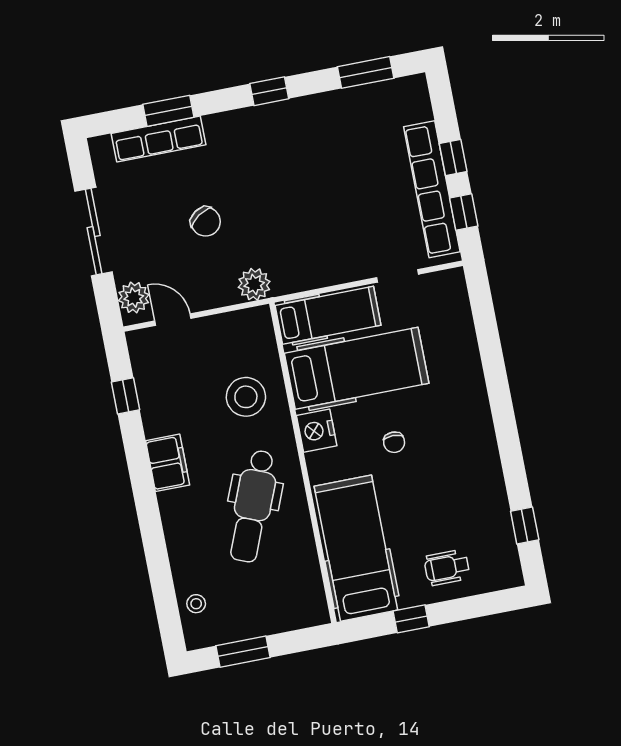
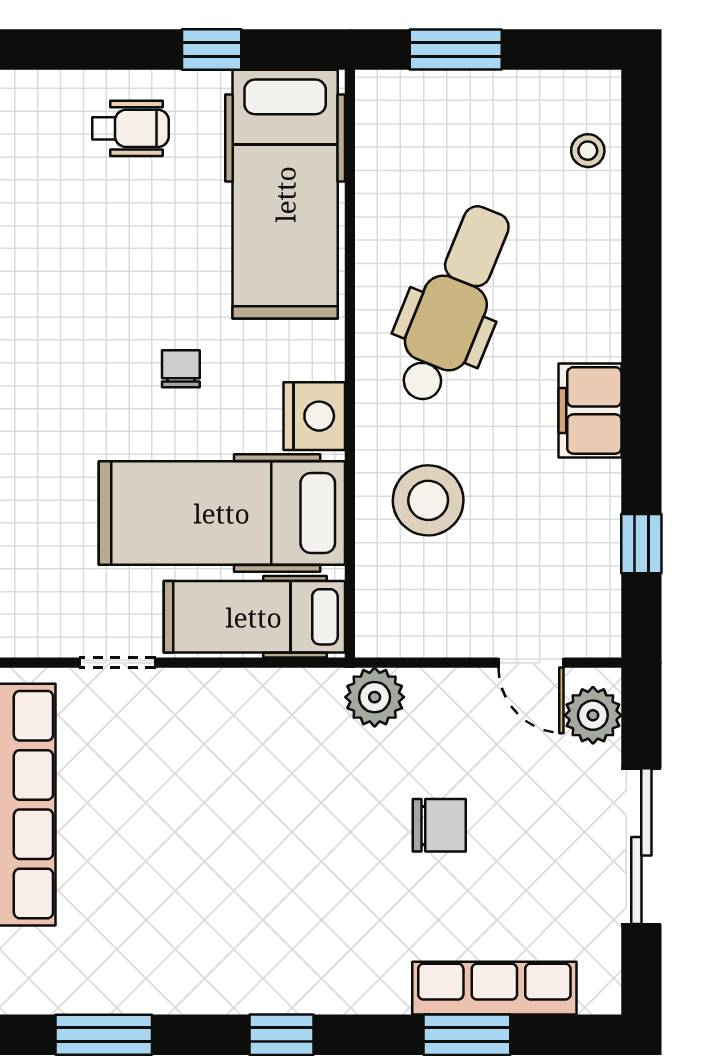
chair: (206, 222) -> (439, 825), turned 124
window: (243, 652) -> (456, 49), moved

